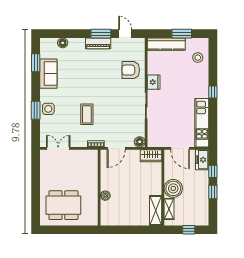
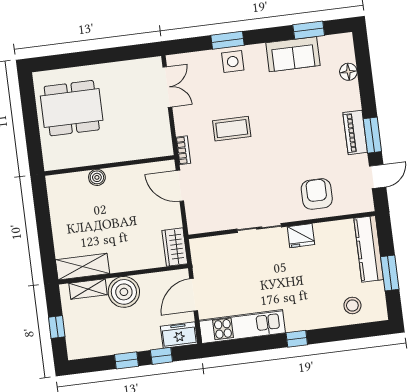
floor lamp: (140, 142) -> (196, 225), removed
dining table: (63, 205) -> (72, 108), turned 90

